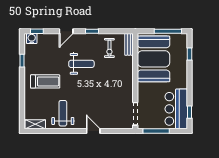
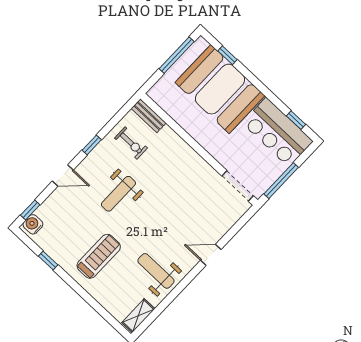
door: (66, 31) -> (63, 176), hinge flipped
booth: (154, 59) -> (220, 89), moved
weight bench: (81, 64) -> (118, 194), turned 180

